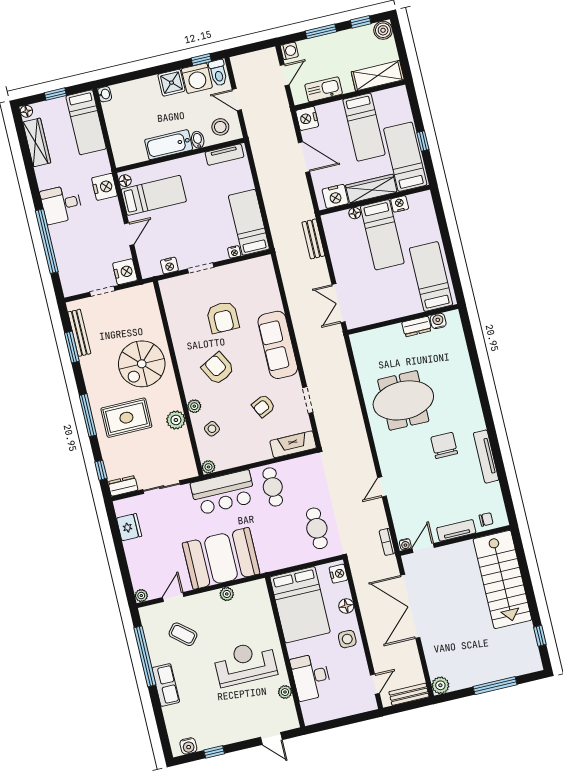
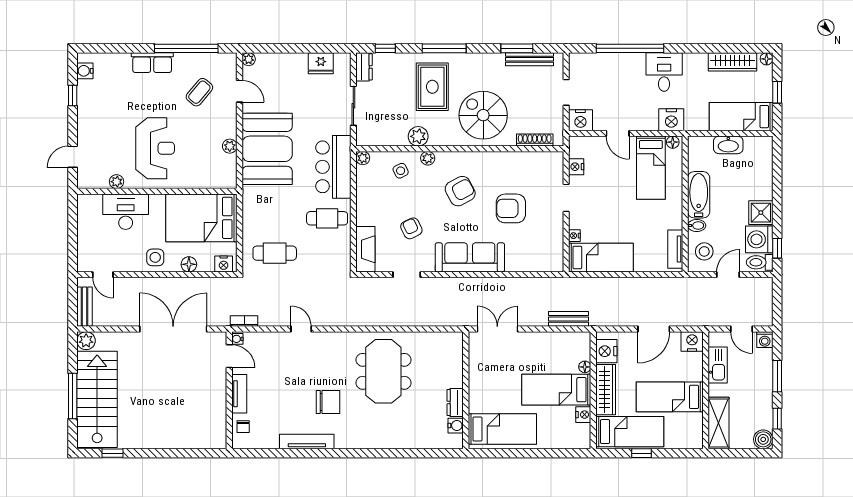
washbasin: (105, 94) -> (728, 145), moved, width x1.91, depth x1.45
shoe rack: (154, 310) -> (535, 140), added
stairs: (502, 579) -> (97, 399), moved, turned 90

